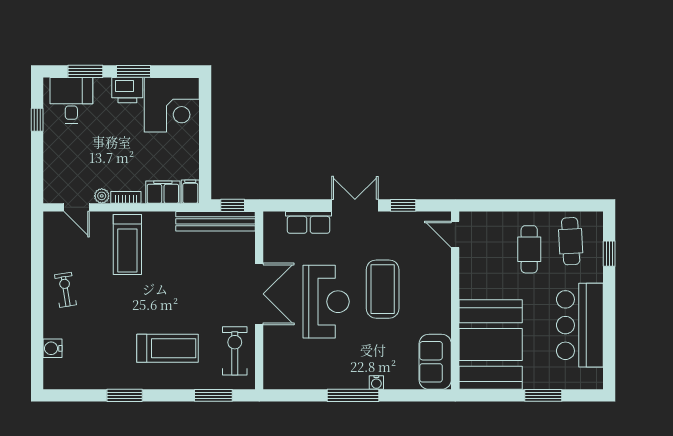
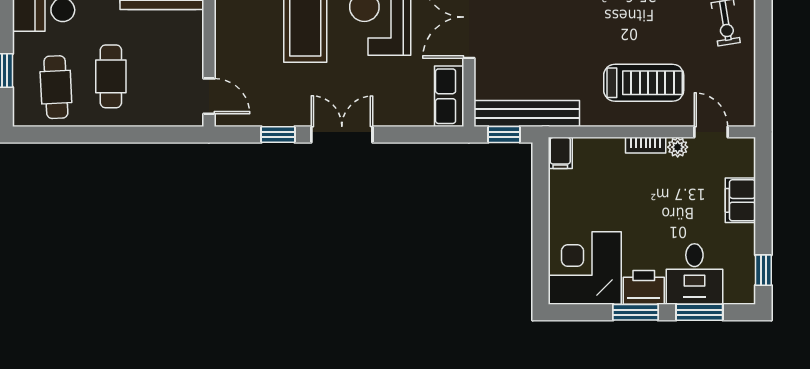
desk: (71, 100) -> (694, 274), moved
window: (37, 120) -> (763, 270), moved
filing cabinet: (163, 192) -> (740, 200), moved, turned 90
double door: (355, 205) -> (342, 135), swing flipped
row of seats: (308, 222) -> (449, 96), moved, turned -90
treadmill: (127, 244) -> (644, 83), turned 90

